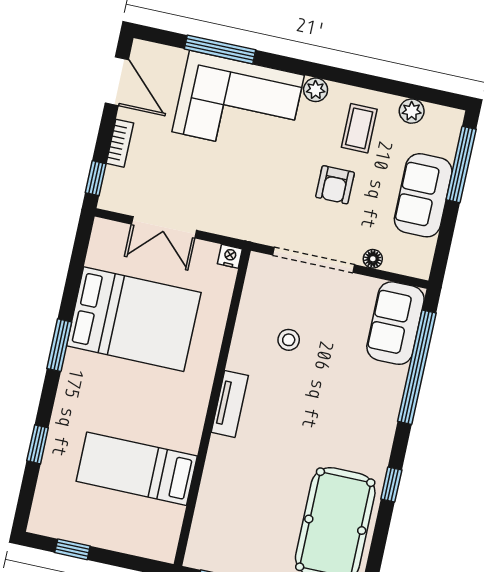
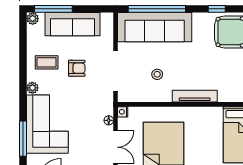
plant: (412, 111) -> (33, 19), moved
sofa: (423, 195) -> (72, 24), width x1.36
floor lamp: (373, 259) -> (109, 120), moved
sofa: (395, 323) -> (155, 27), width x1.85, depth x1.27
tv unit: (230, 404) -> (195, 96), width x1.41

